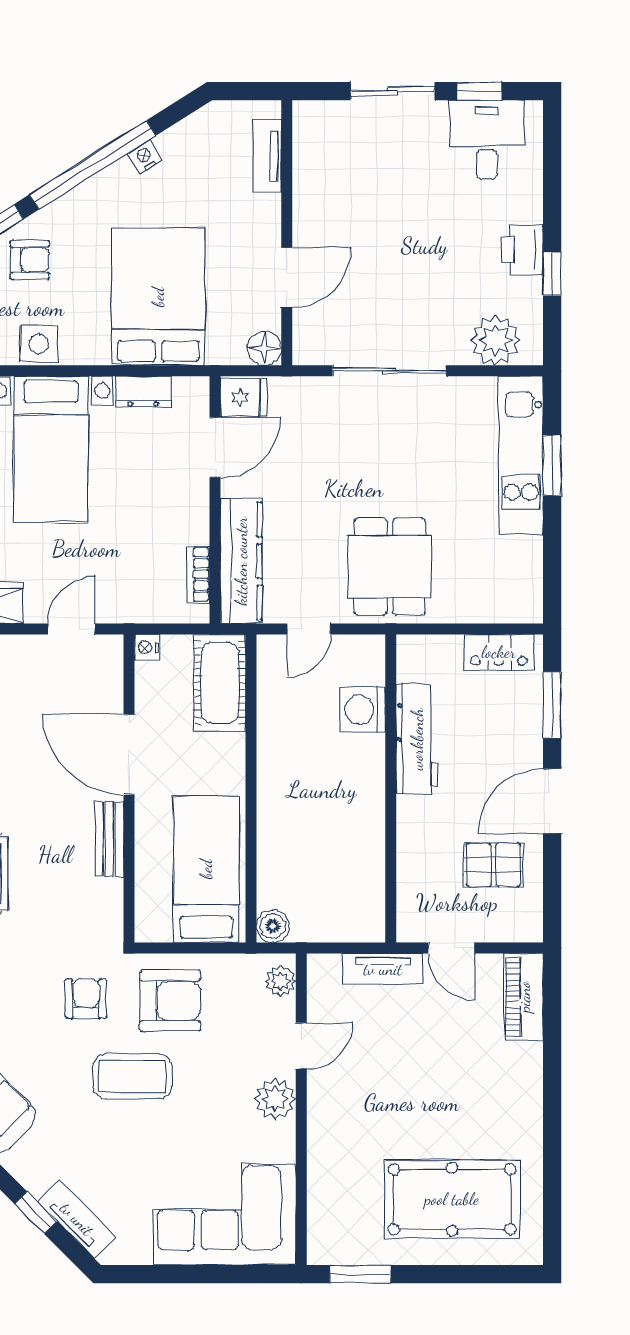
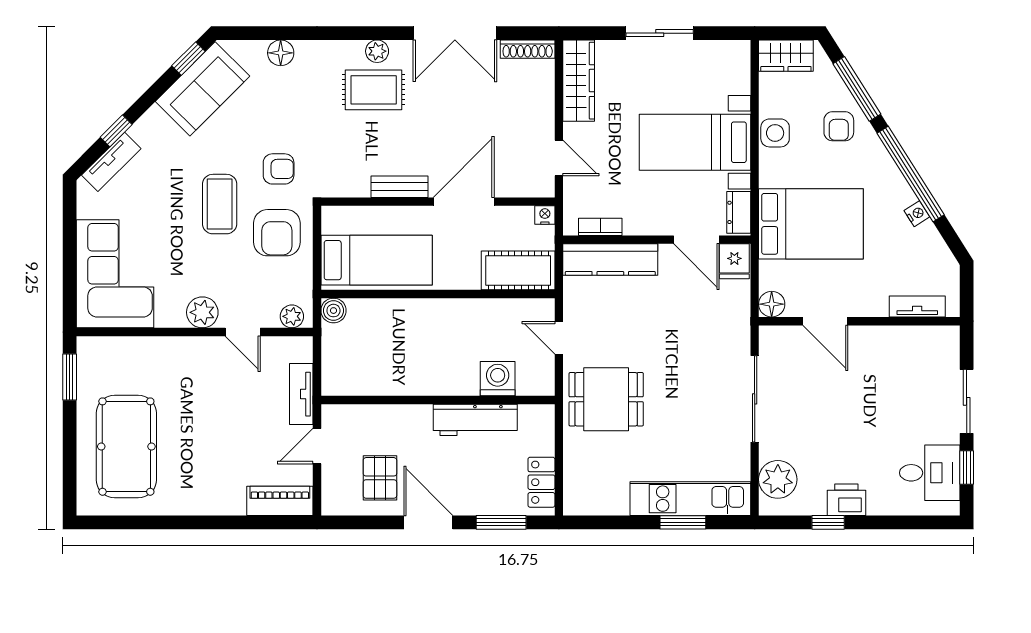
fridge: (244, 398) -> (734, 261), moved
door: (215, 448) -> (696, 240), moved
wall: (215, 500) -> (657, 240), moved
kitchen counter: (241, 561) -> (610, 259), moved
bookcase: (198, 574) -> (600, 227), moved

